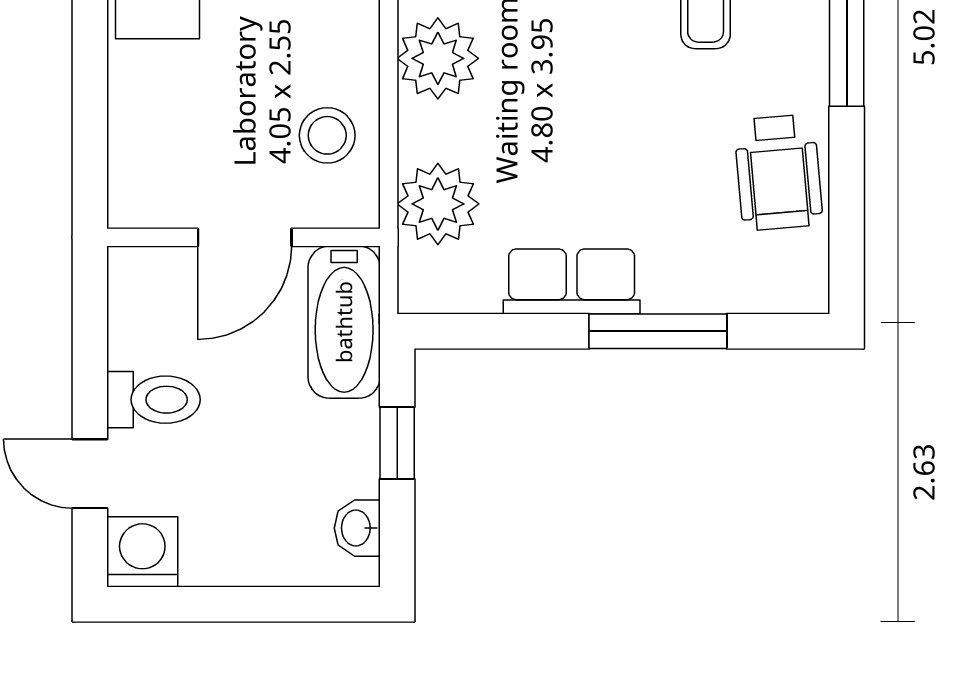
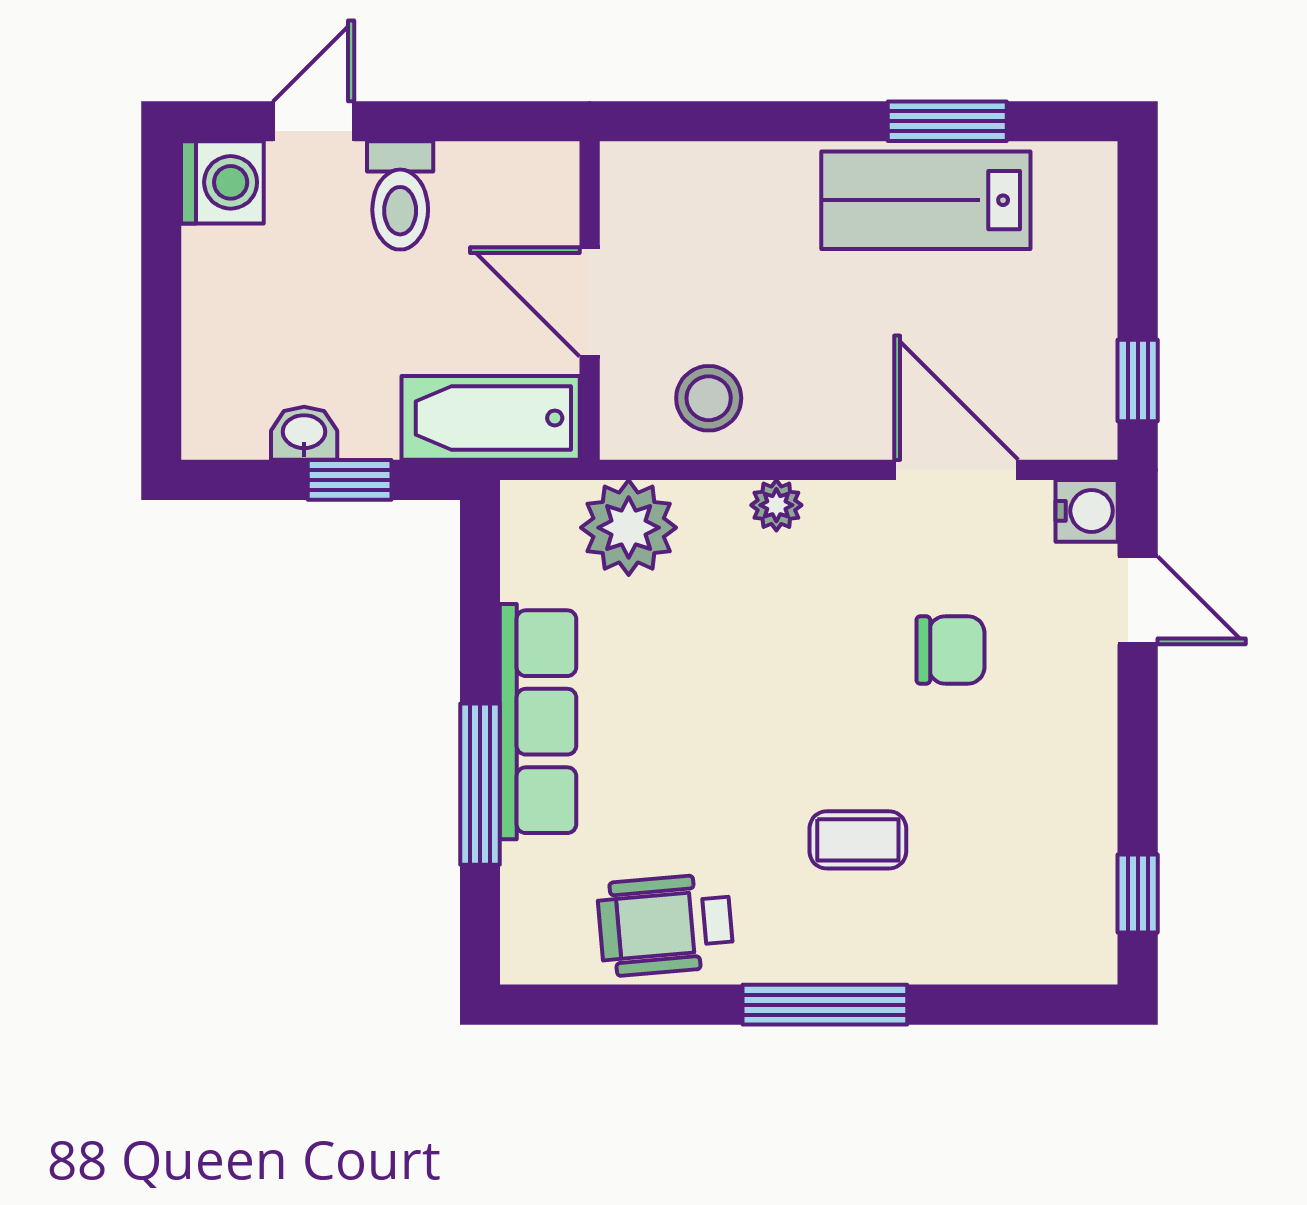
plant: (438, 58) -> (776, 505), width x0.53, depth x0.53
row of seats: (572, 282) -> (538, 722), width x1.48
washbasin: (357, 528) -> (304, 433), moved

